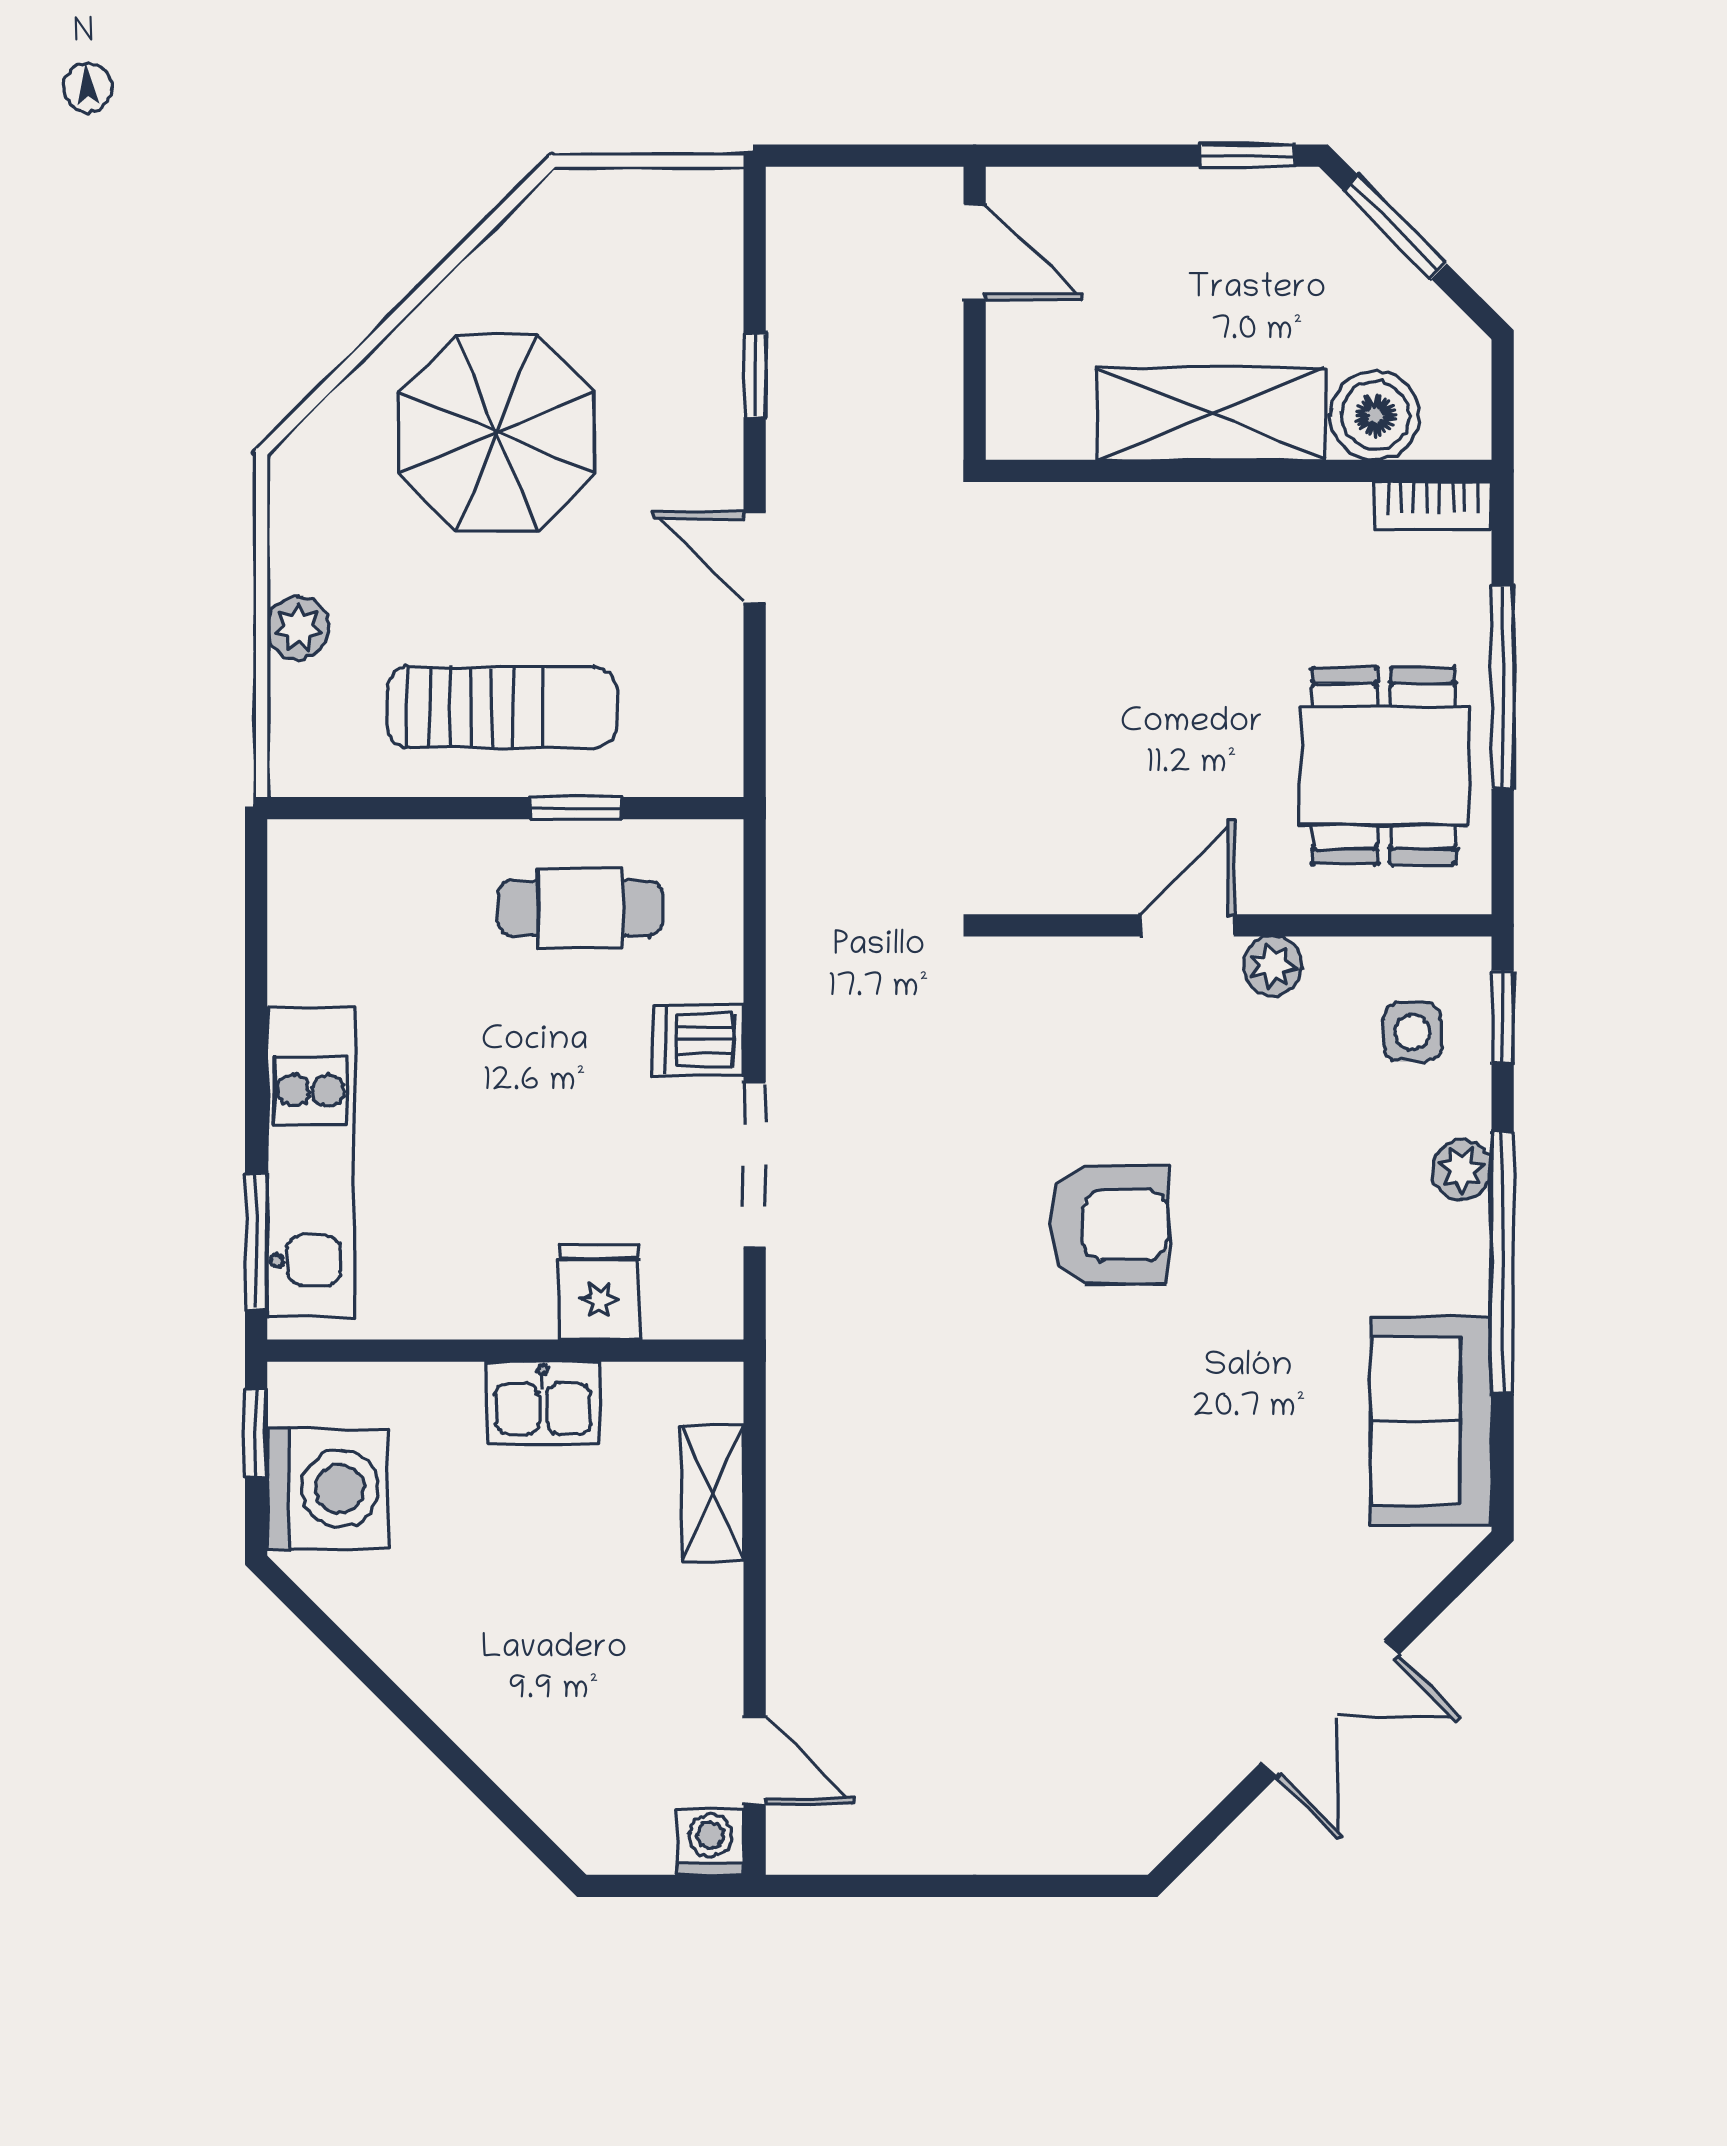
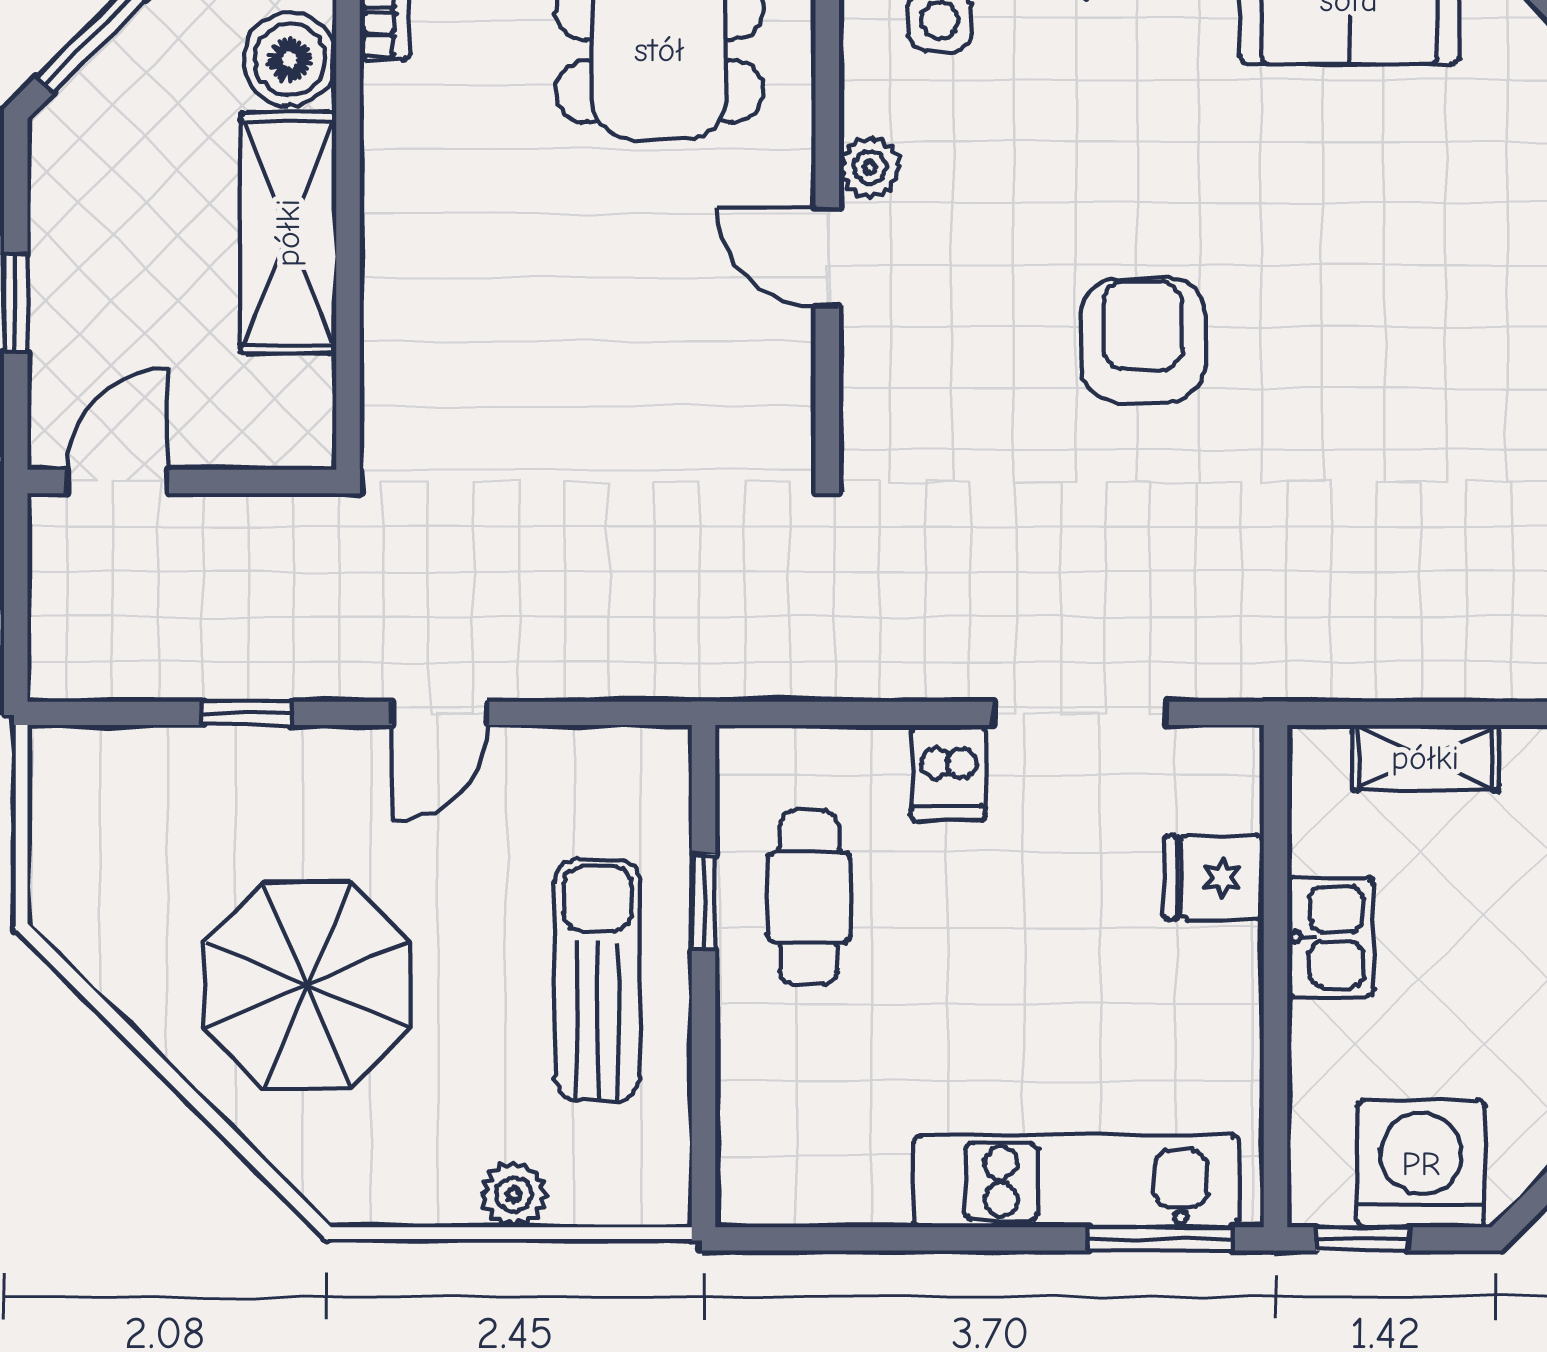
window: (1248, 156) -> (16, 303), moved

